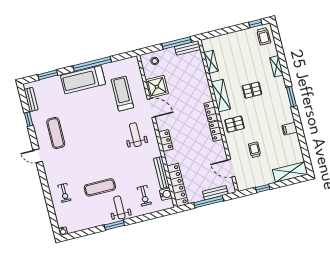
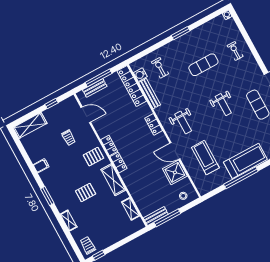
treadmill: (122, 94) -> (205, 158), turned 180
weight bench: (119, 207) -> (223, 105), moved

